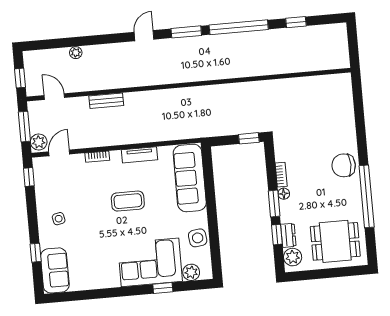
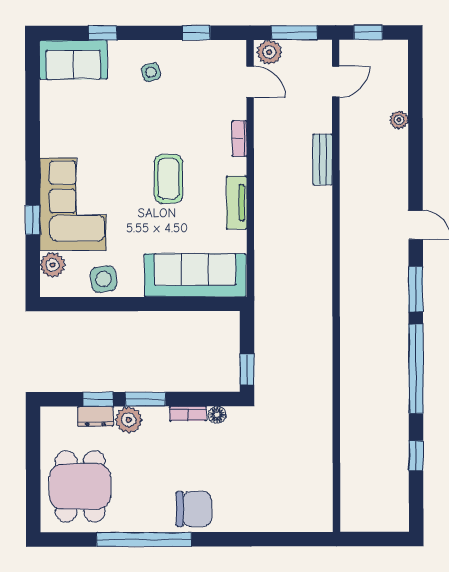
chair: (344, 165) -> (194, 509), turned 90
window: (29, 177) -> (196, 33), moved
floor lamp: (284, 194) -> (217, 415), moved
plant: (293, 257) -> (129, 420), moved

